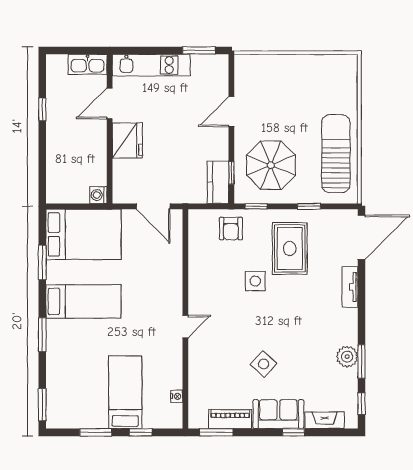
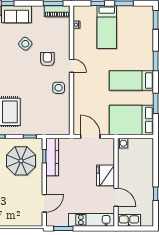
door: (110, 103) -> (116, 197), hinge flipped
door: (231, 112) -> (44, 203), moved
kitchen counter: (218, 182) -> (52, 157), width x1.50
armchair: (231, 229) -> (47, 59), moved
side table: (255, 281) -> (59, 88), moved
door: (185, 327) -> (71, 66), swing flipped
piano: (230, 419) -> (57, 11), moved

